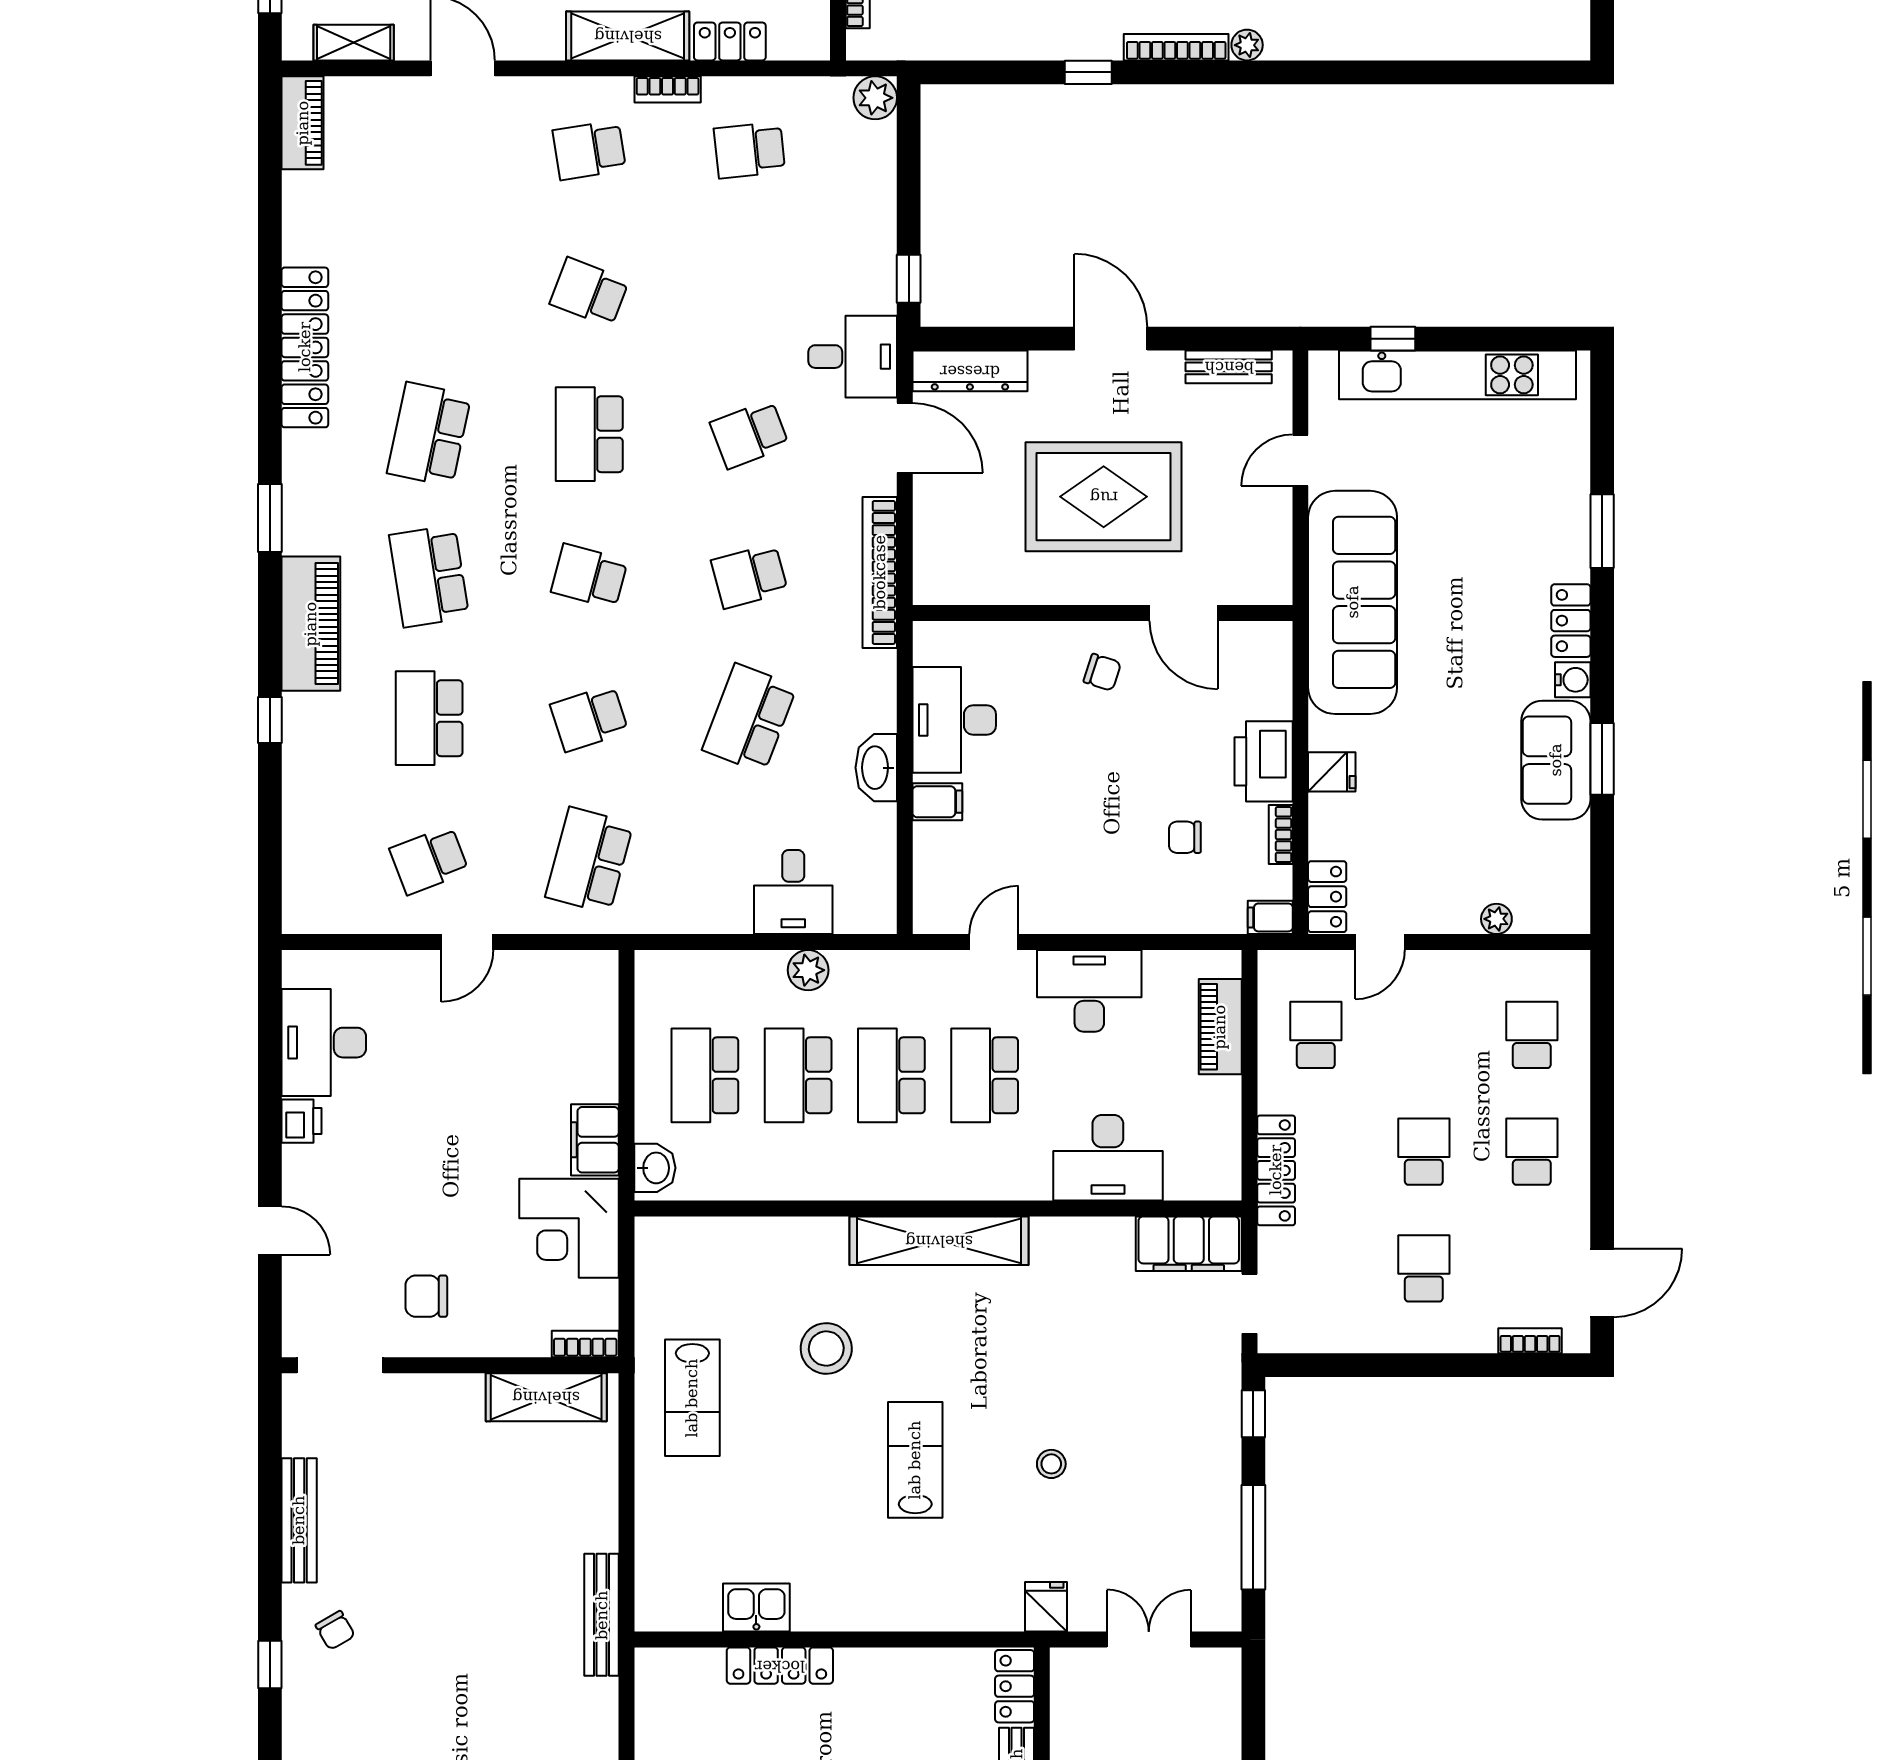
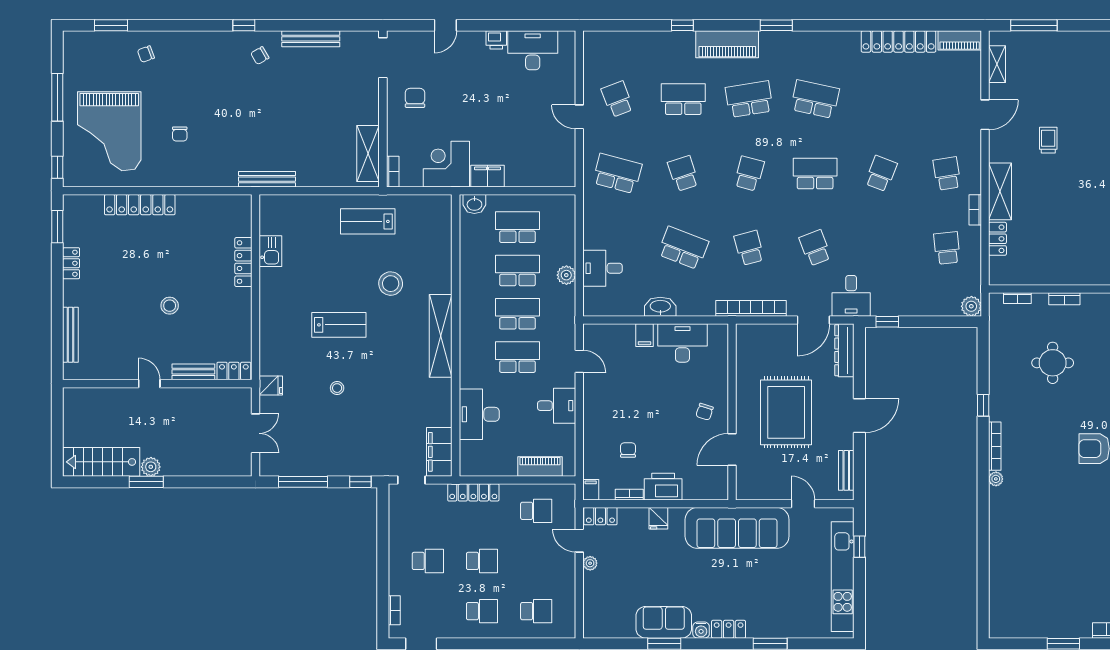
locker: (305, 347) -> (899, 41), moved
plant: (1496, 919) -> (590, 563), moved
desk: (1089, 991) -> (557, 406), width x0.73

